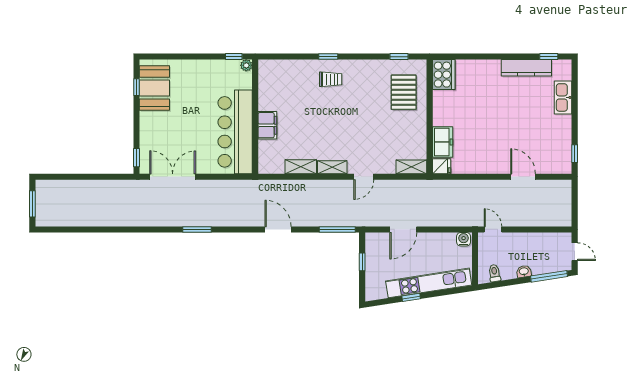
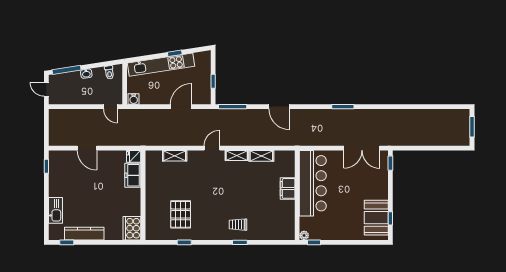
cooker: (444, 75) -> (132, 228), moved
wall: (430, 117) -> (143, 195), moved
freezer: (443, 142) -> (133, 175), moved
fridge: (442, 166) -> (134, 156), moved

